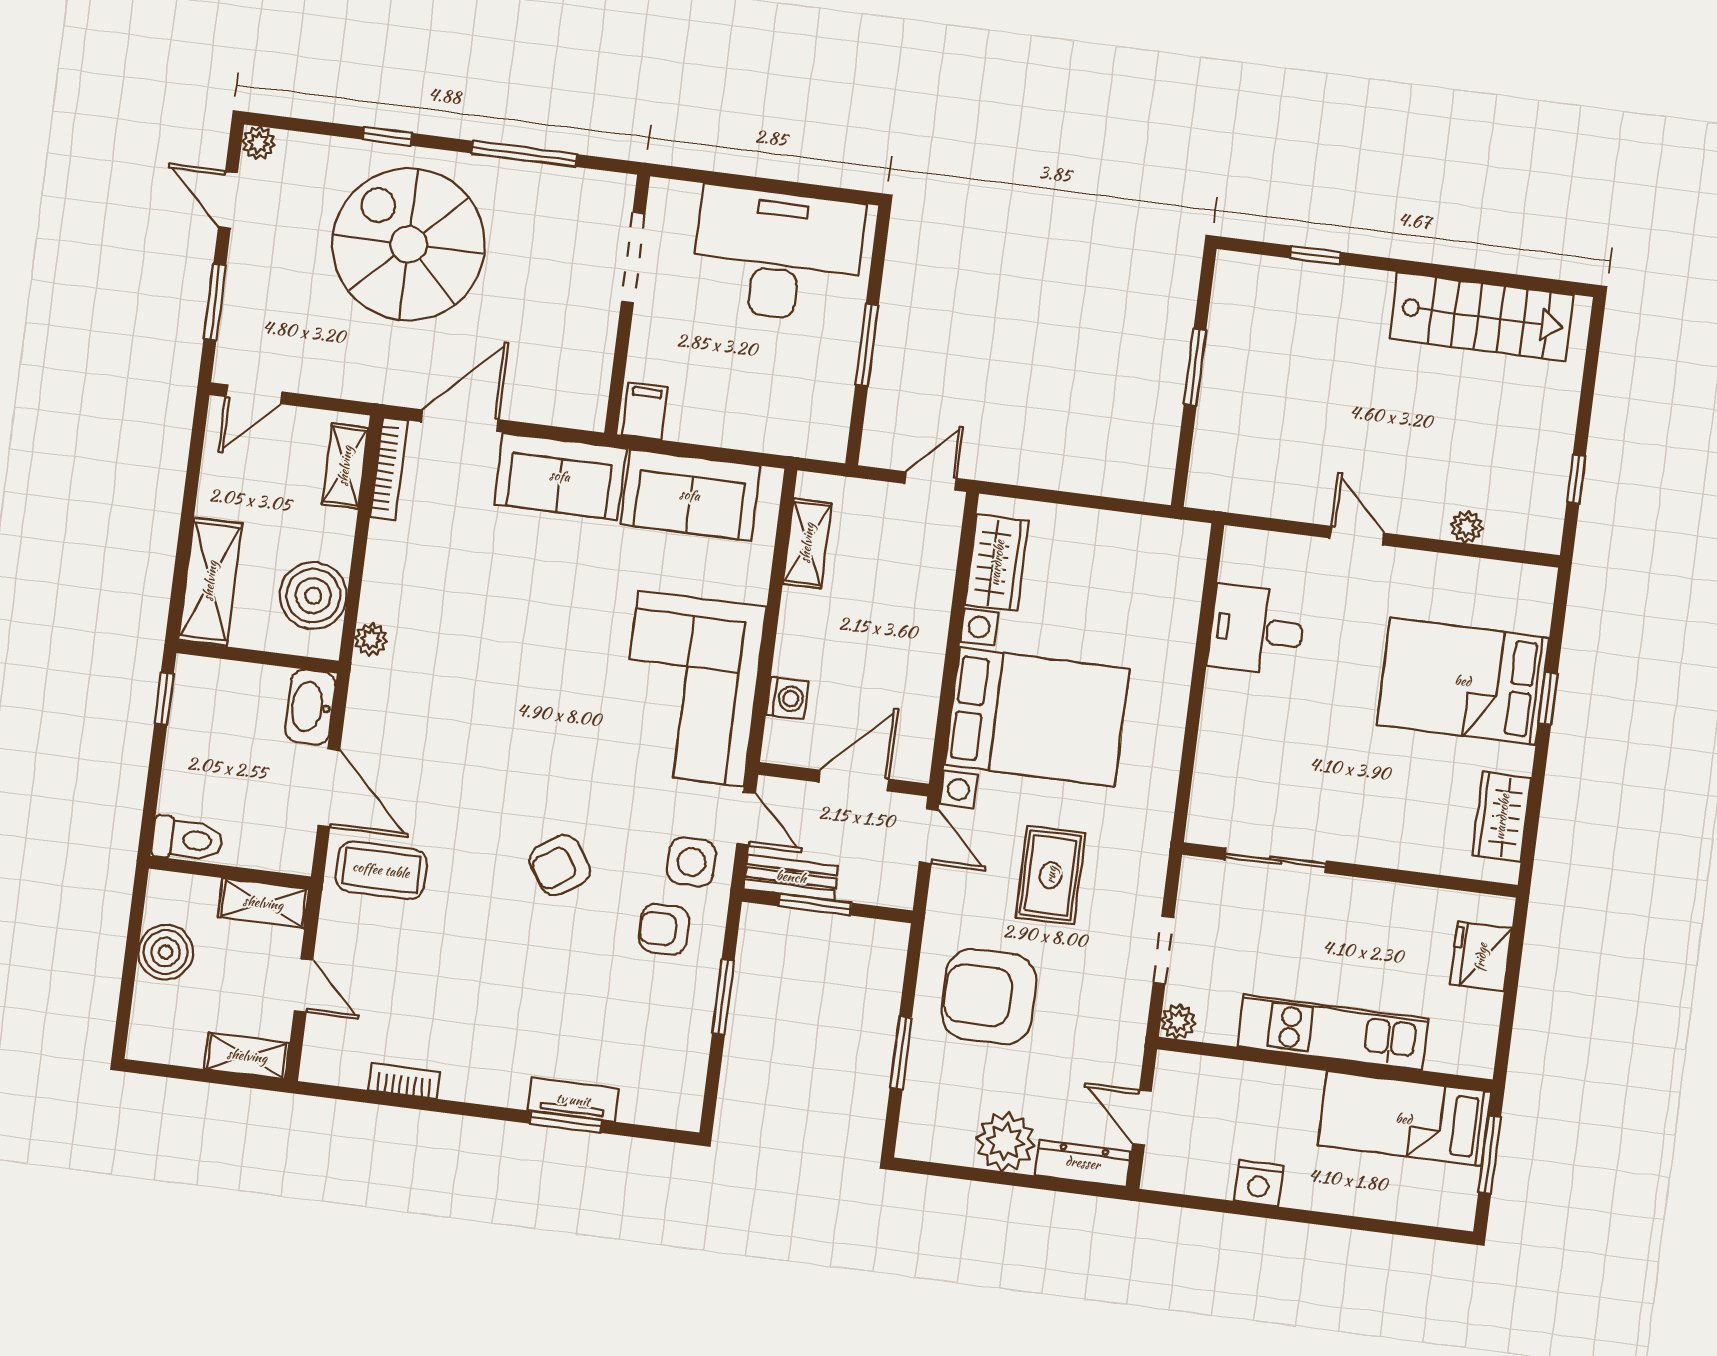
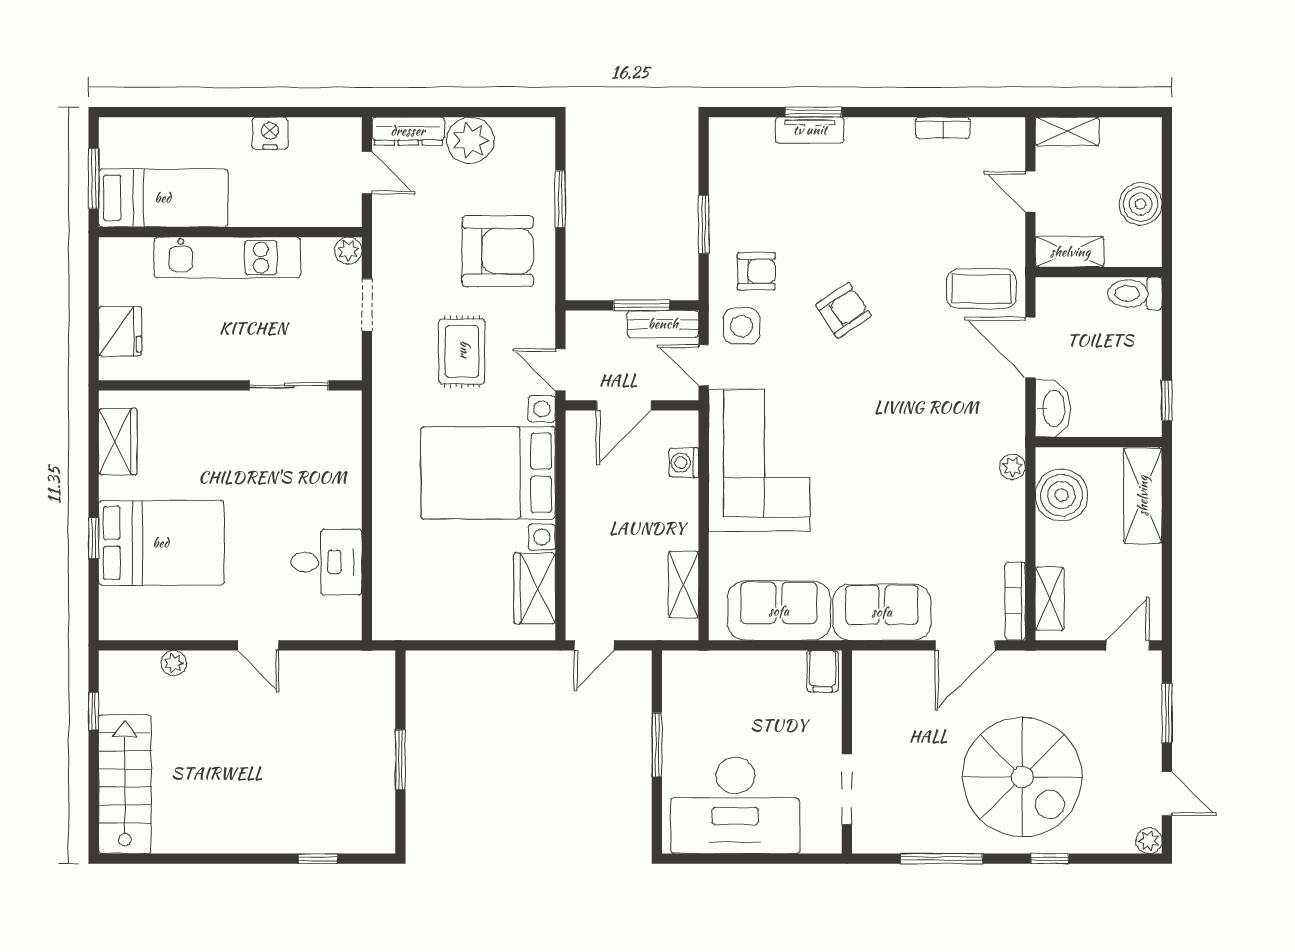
stairs: (1481, 317) -> (125, 784), moved, turned 90

